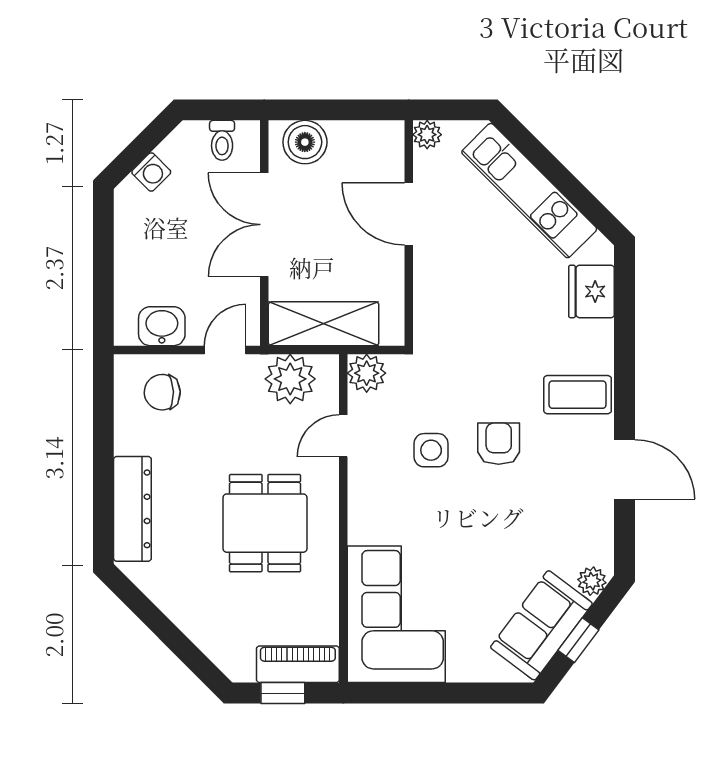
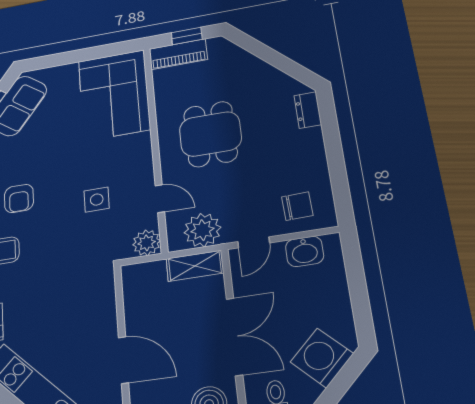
washing machine: (151, 172) -> (322, 358), width x1.89, depth x1.89
shelving: (324, 324) -> (195, 266), width x0.67, depth x0.75
door: (343, 436) -> (160, 199), hinge flipped
armchair: (499, 444) -> (19, 198), moved
dresser: (132, 509) -> (308, 110), width x0.51, depth x0.80

